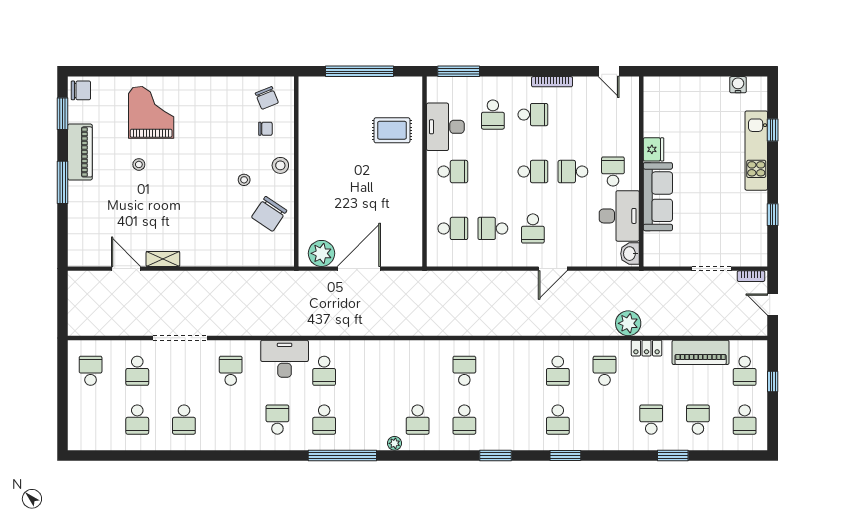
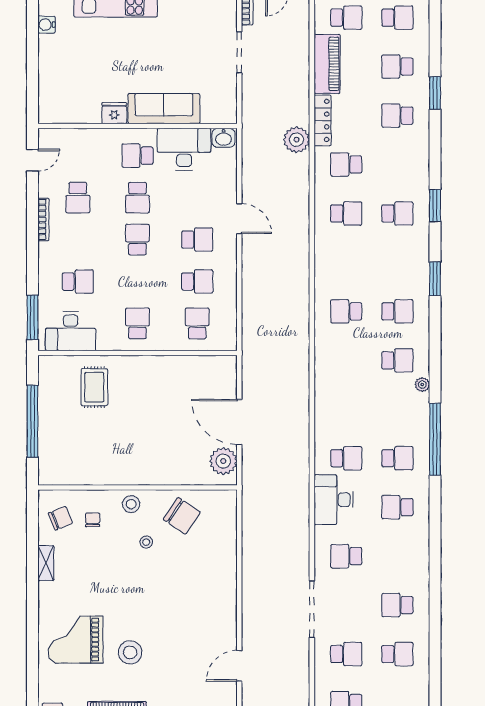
school desk: (533, 115) -> (78, 198), moved, turned 180
desk: (445, 127) -> (71, 331), moved
stool: (139, 164) -> (130, 652), width x1.89, depth x1.89
school desk: (493, 228) -> (197, 281), turned -90
shelving: (163, 259) -> (46, 563), moved
locker: (647, 348) -> (322, 120), width x1.53
school desk: (184, 420) -> (397, 605), turned 180

